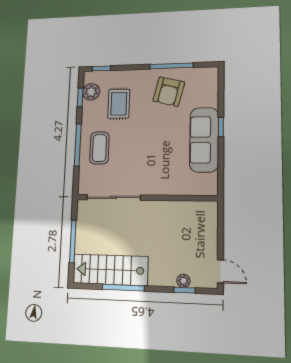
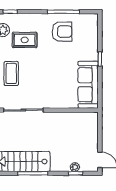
armchair: (169, 92) -> (62, 32), turned -104
rug: (119, 104) -> (25, 40), turned 90
sofa: (204, 140) -> (88, 85), moved

